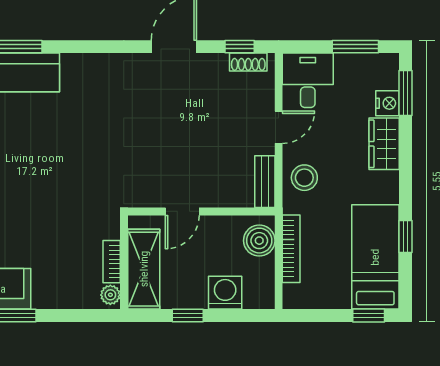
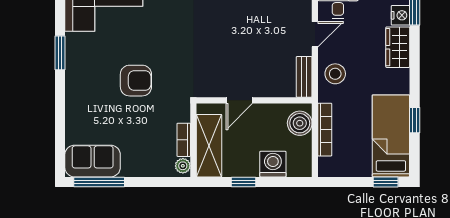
armchair: (51, 186) -> (136, 81), added

